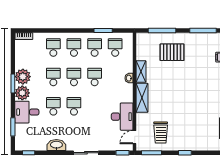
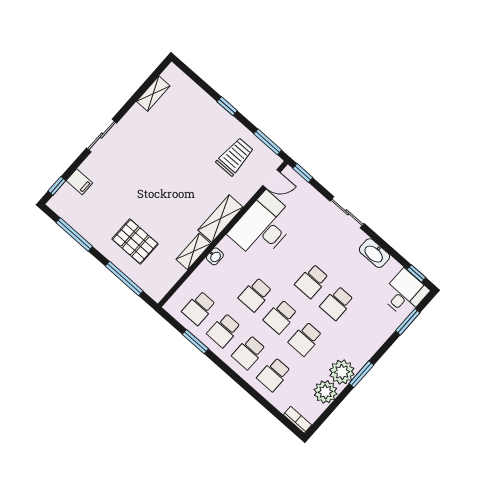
plant: (22, 93) -> (325, 392), moved
desk: (27, 112) -> (405, 293), moved, turned -90
desk: (122, 117) -> (263, 226), width x1.36, depth x1.30

